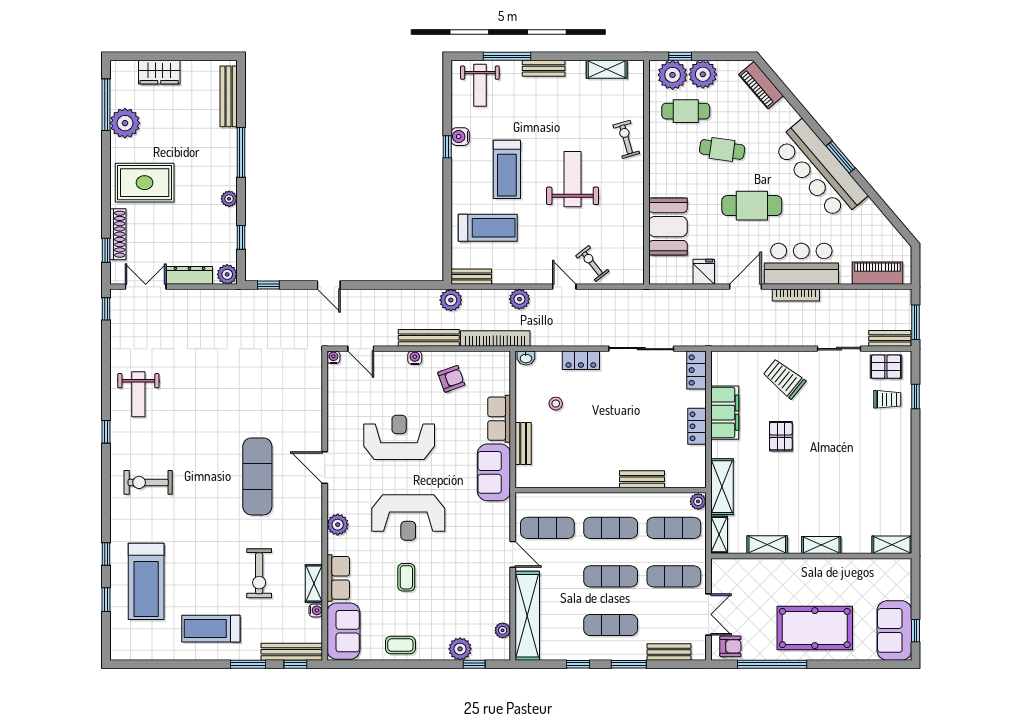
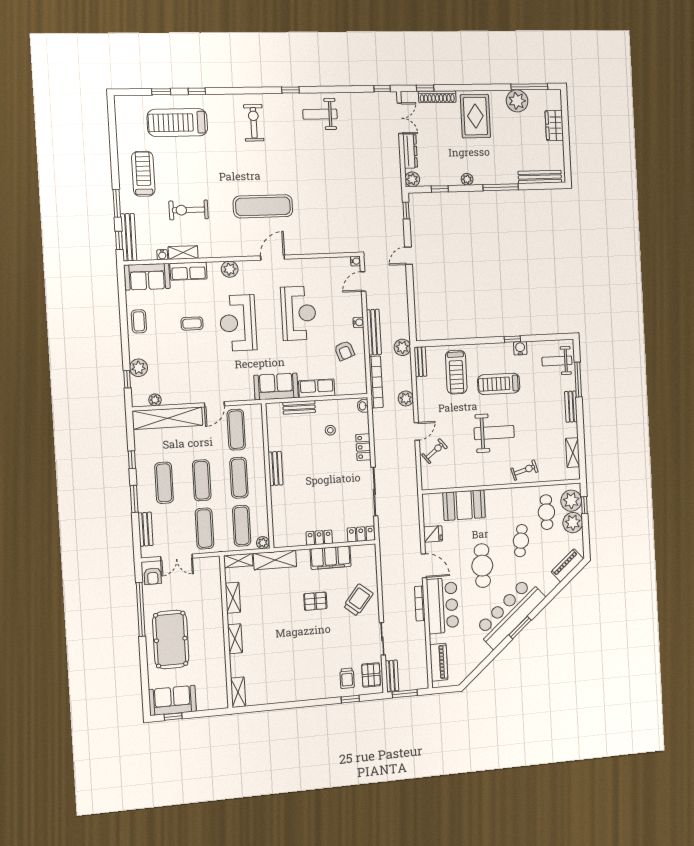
bench: (642, 479) -> (275, 468), moved

